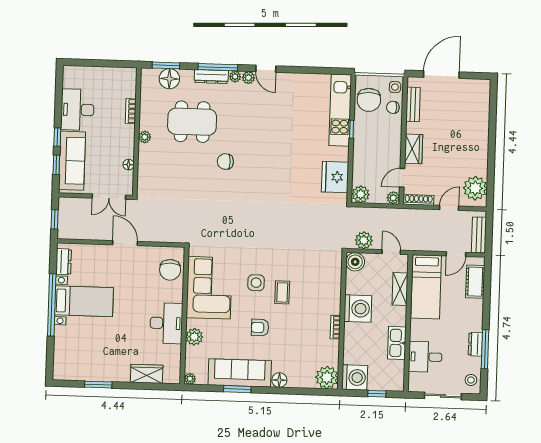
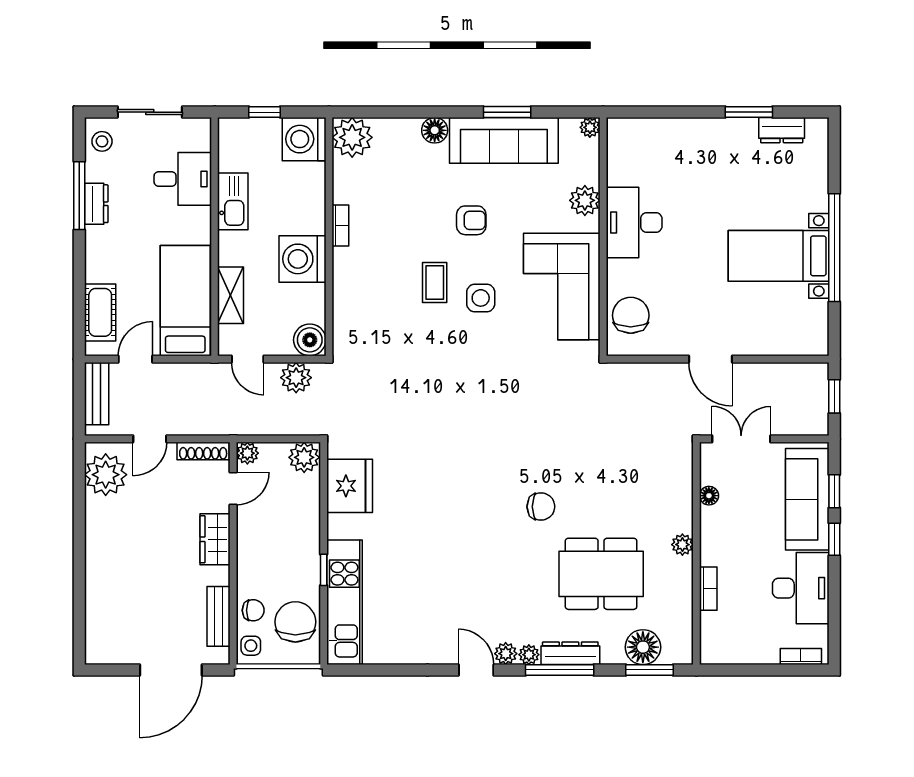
bookcase: (79, 70) -> (801, 656), added
dresser: (64, 262) -> (782, 130), moved, turned -90
wardrobe: (147, 374) -> (665, 133), removed

